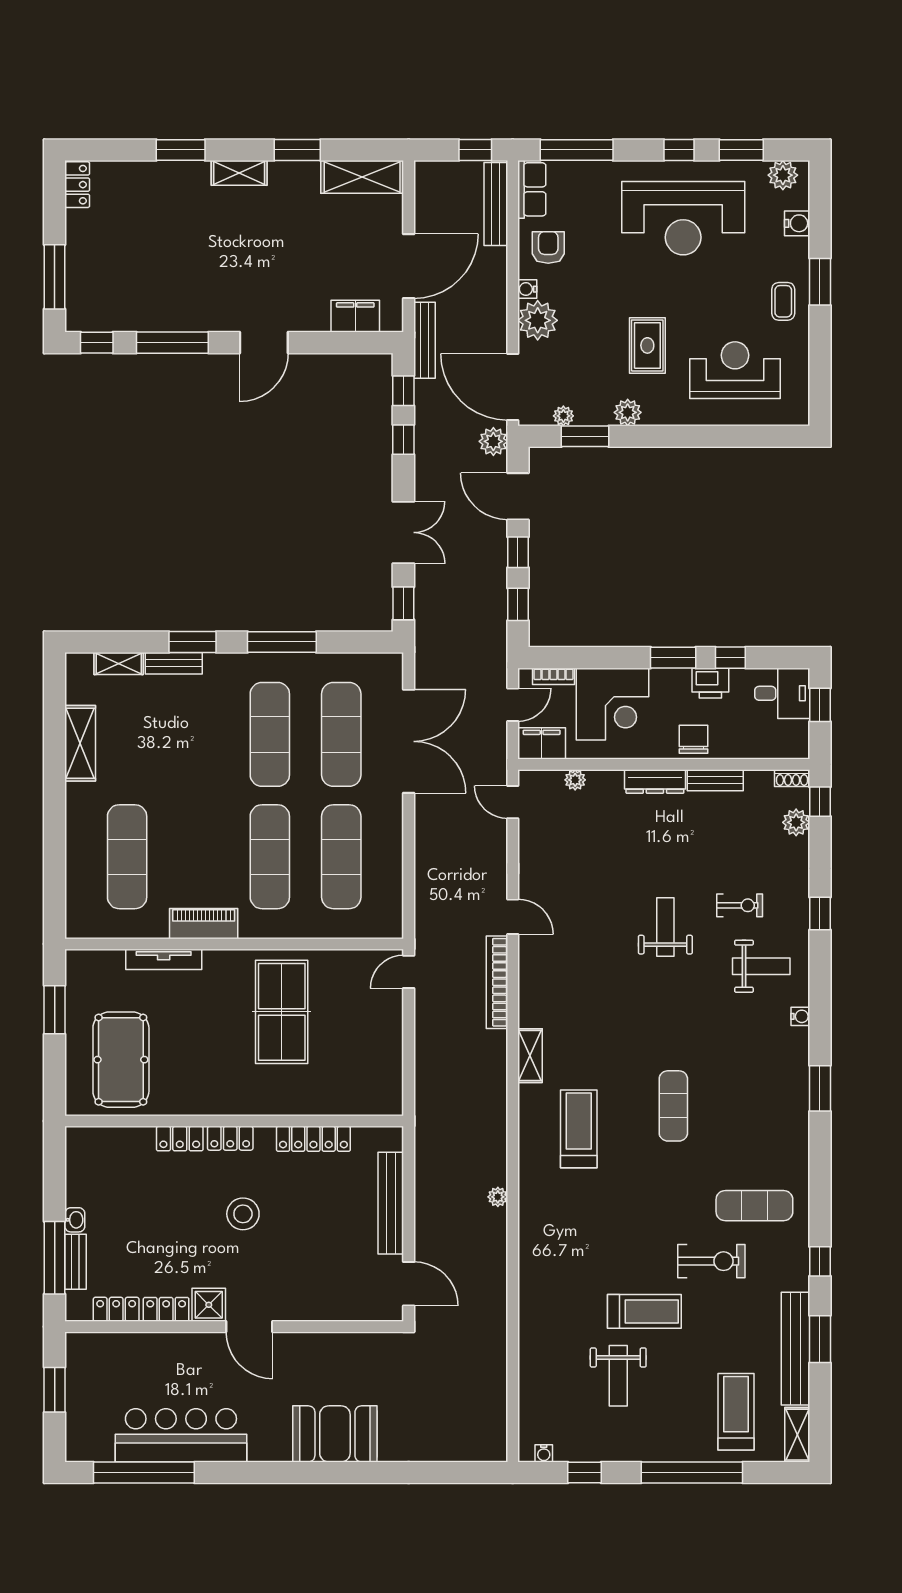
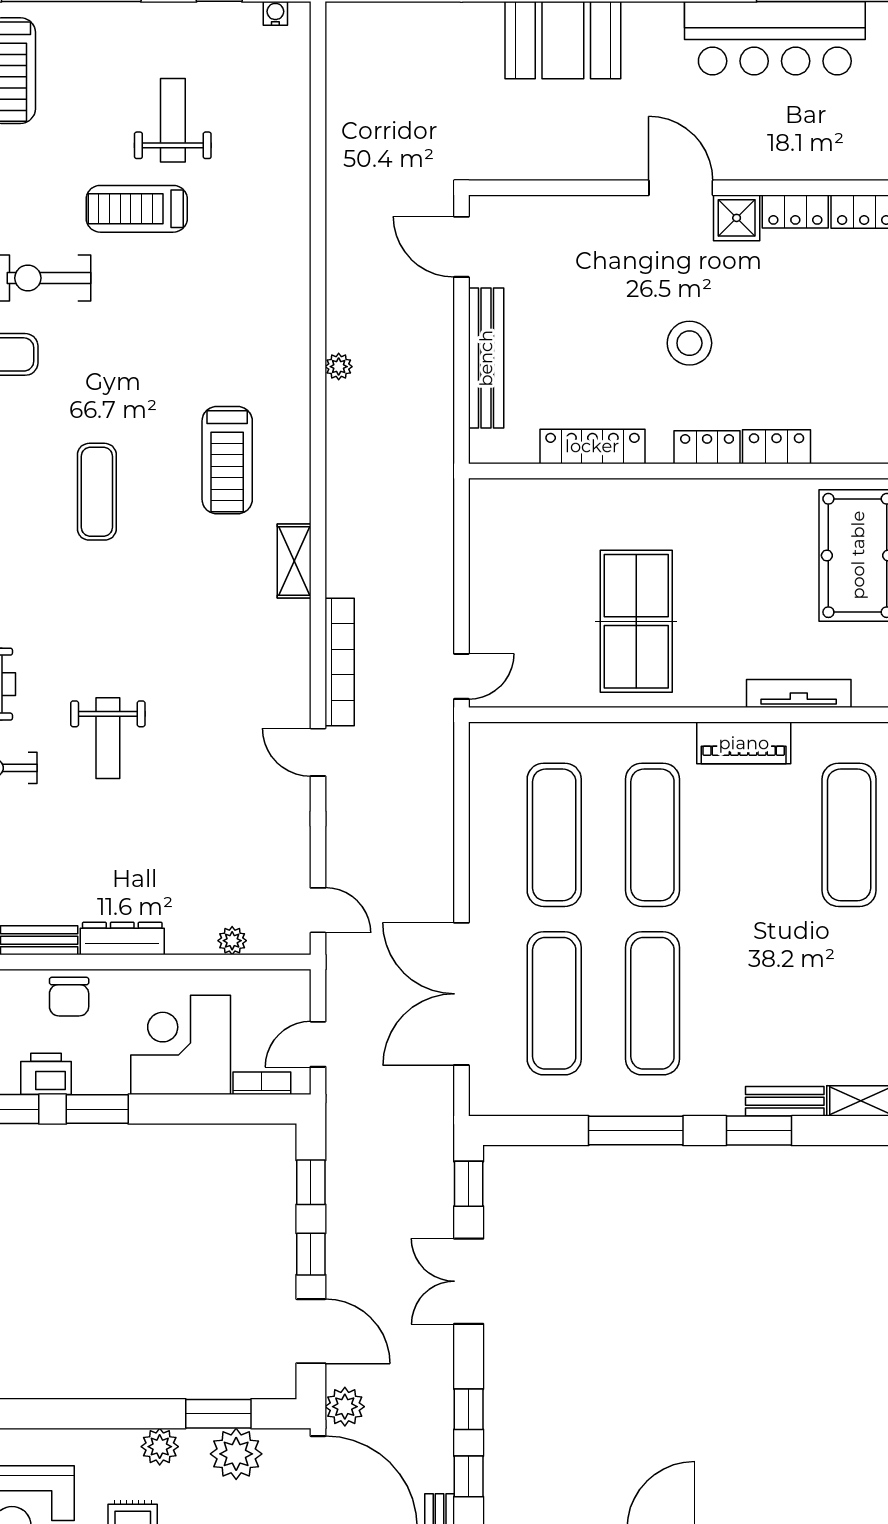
plant: (563, 416) -> (236, 1454), width x1.88, depth x1.88
filing cabinet: (542, 743) -> (278, 991), removed

